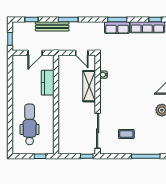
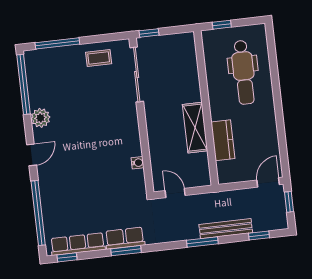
door: (35, 53) -> (268, 182), moved
shelving: (89, 86) -> (195, 128), moved
coffee table: (126, 134) -> (99, 58), moved

